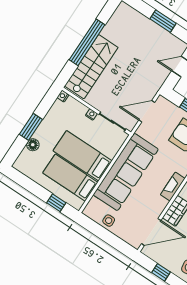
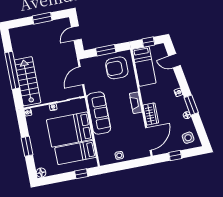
floor lamp: (33, 145) -> (41, 173), moved
bed: (83, 156) -> (70, 130), width x1.50
sofa: (126, 172) -> (99, 113), width x0.74, depth x0.79

